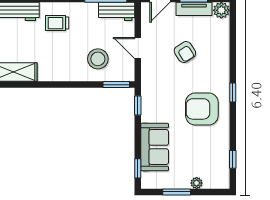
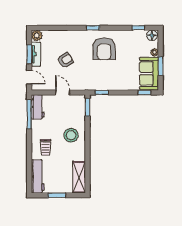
door: (138, 48) -> (63, 92), swing flipped
stool: (98, 59) -> (71, 135), moved
sofa: (155, 147) -> (149, 74), moved, turned -90
floor lamp: (222, 179) -> (152, 35), added

